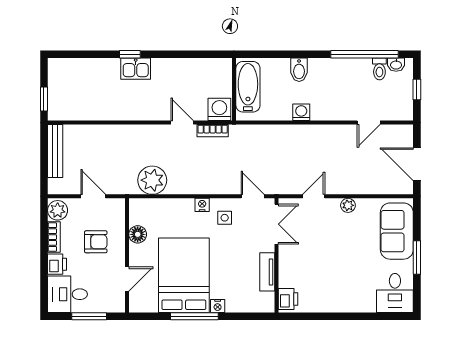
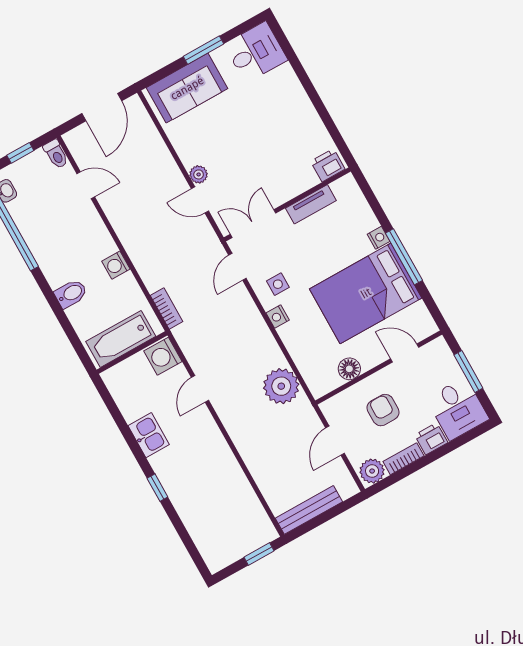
kitchen sink: (136, 69) -> (149, 435), moved
toilet: (379, 69) -> (56, 154), moved, turned 90
bookcase: (213, 131) -> (166, 309), moved
plant: (348, 205) -> (199, 174), moved

